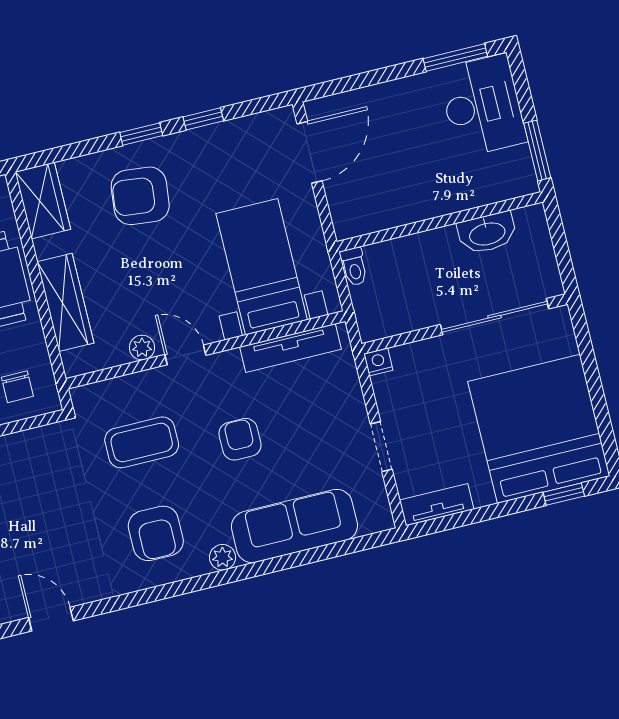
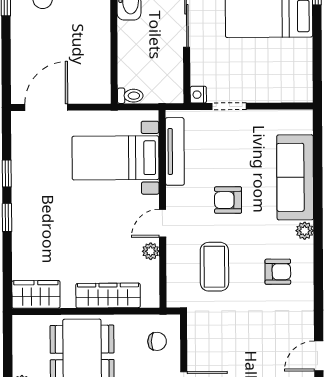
door: (310, 152) -> (46, 107), hinge flipped
armchair: (140, 196) -> (48, 228), removed
doorway: (381, 447) -> (229, 106), moved
tv unit: (437, 505) -> (303, 78), removed
armchair: (156, 533) -> (278, 272), width x0.72, depth x0.72

